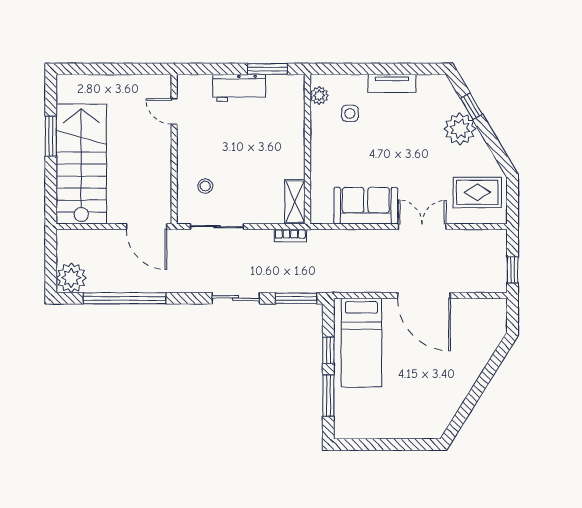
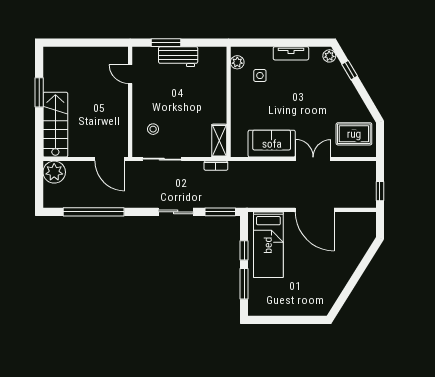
window: (267, 69) -> (166, 43), moved
plant: (460, 129) -> (329, 56), moved, width x0.53, depth x0.53
stairs: (81, 164) -> (55, 125), width x0.73, depth x0.66
plant: (71, 278) -> (54, 172), moved

